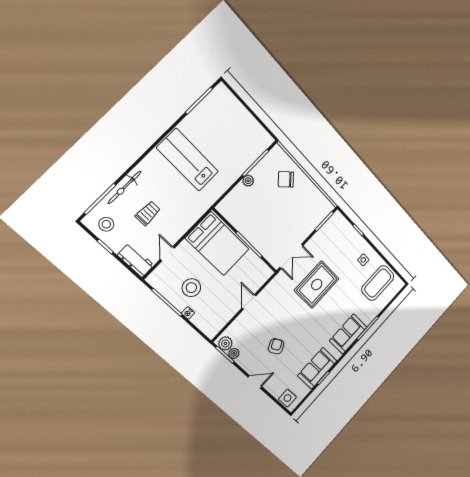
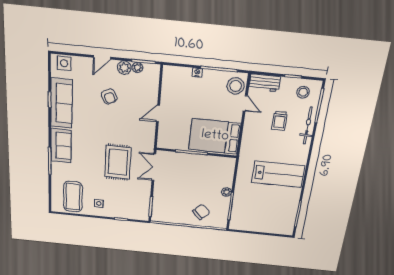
stool: (191, 288) -> (236, 86), moved
door: (249, 302) -> (158, 113), swing flipped
plant: (225, 343) -> (124, 68), moved
sofa: (317, 368) -> (61, 103), width x1.36

